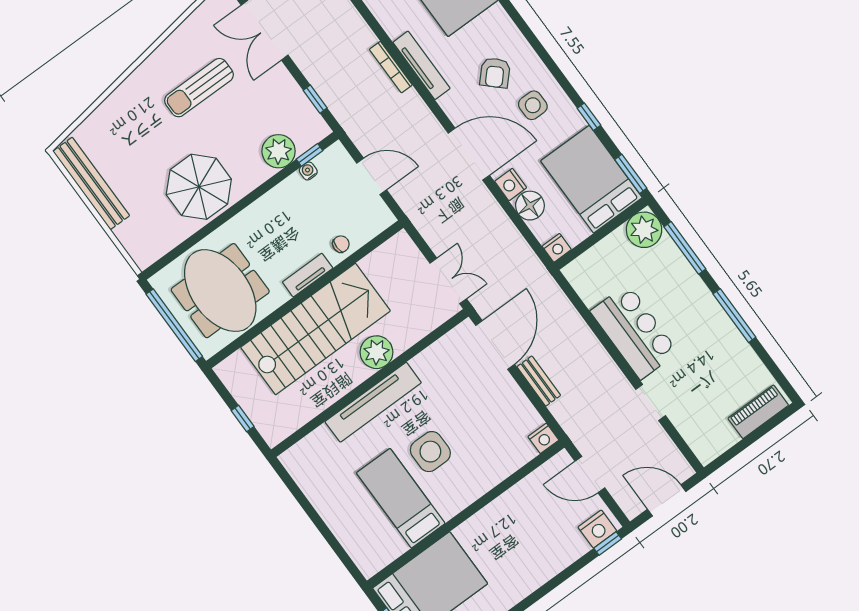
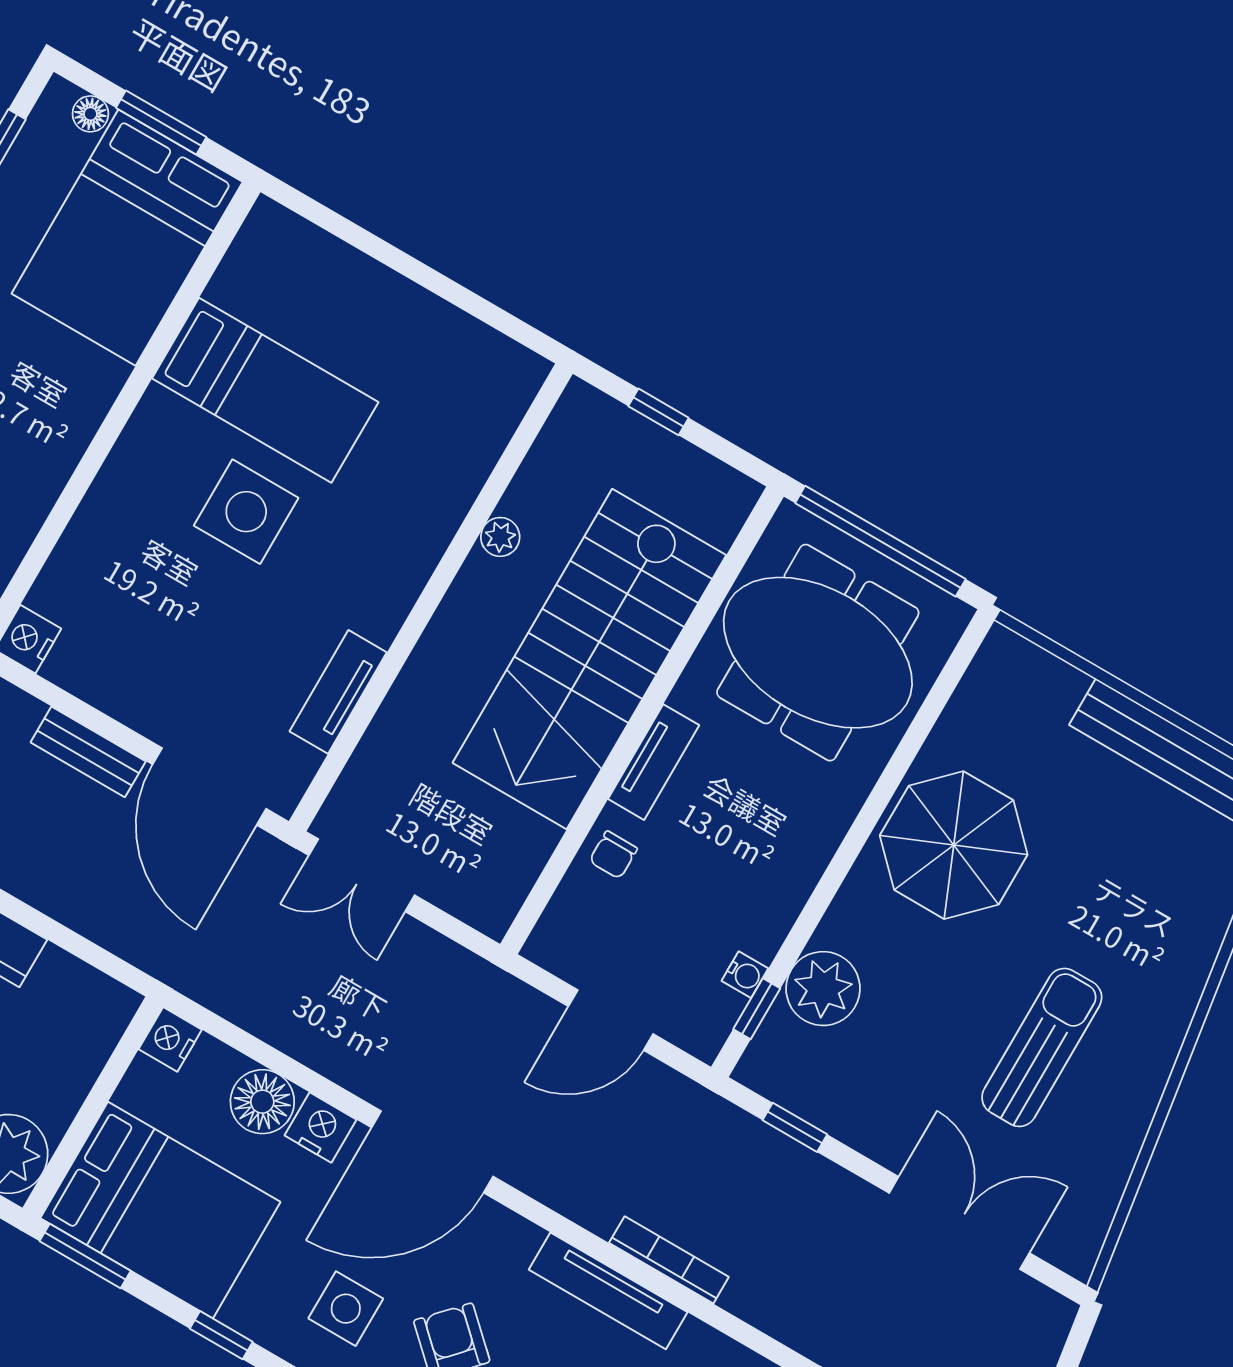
plant: (376, 352) -> (500, 537), moved, width x0.53, depth x0.53
tv unit: (373, 402) -> (338, 692), moved, width x0.52, depth x0.78

